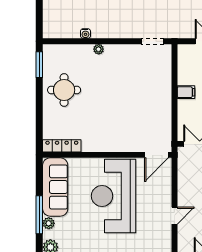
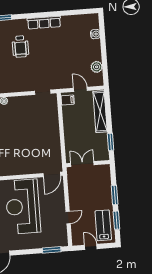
filing cabinet: (186, 92) -> (68, 100), moved

